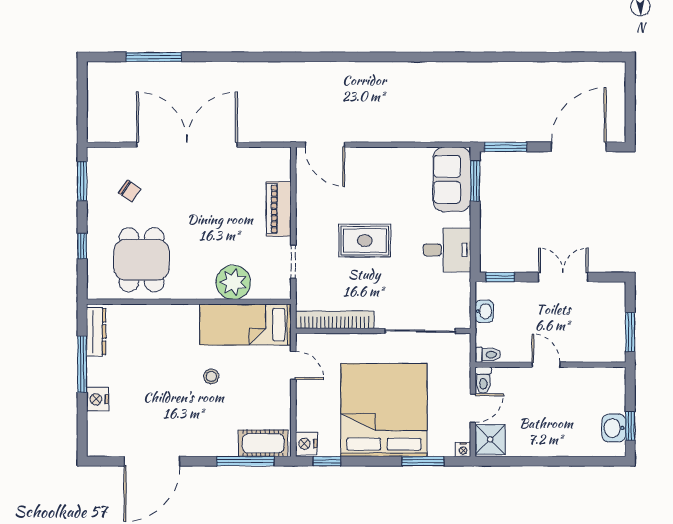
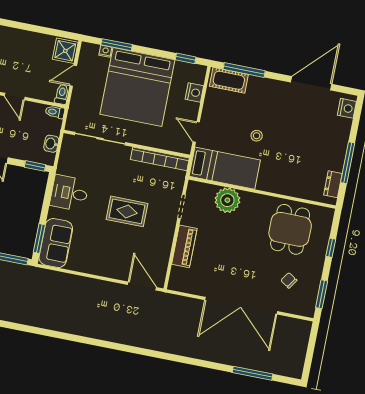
dresser: (96, 332) -> (333, 184), width x0.70
nightstand: (98, 399) -> (347, 108), moved
nightstand: (306, 444) -> (194, 92), moved
nightstand: (463, 450) -> (105, 51), moved

